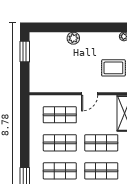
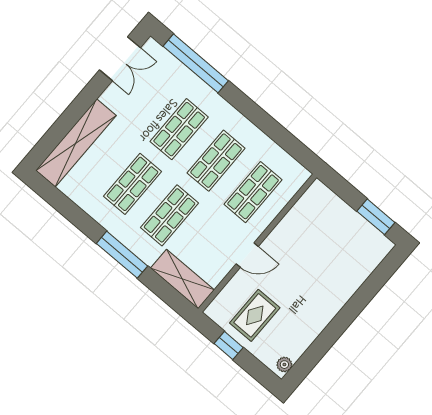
plant: (73, 38) -> (339, 296), removed
door: (90, 94) -> (247, 255), swing flipped

